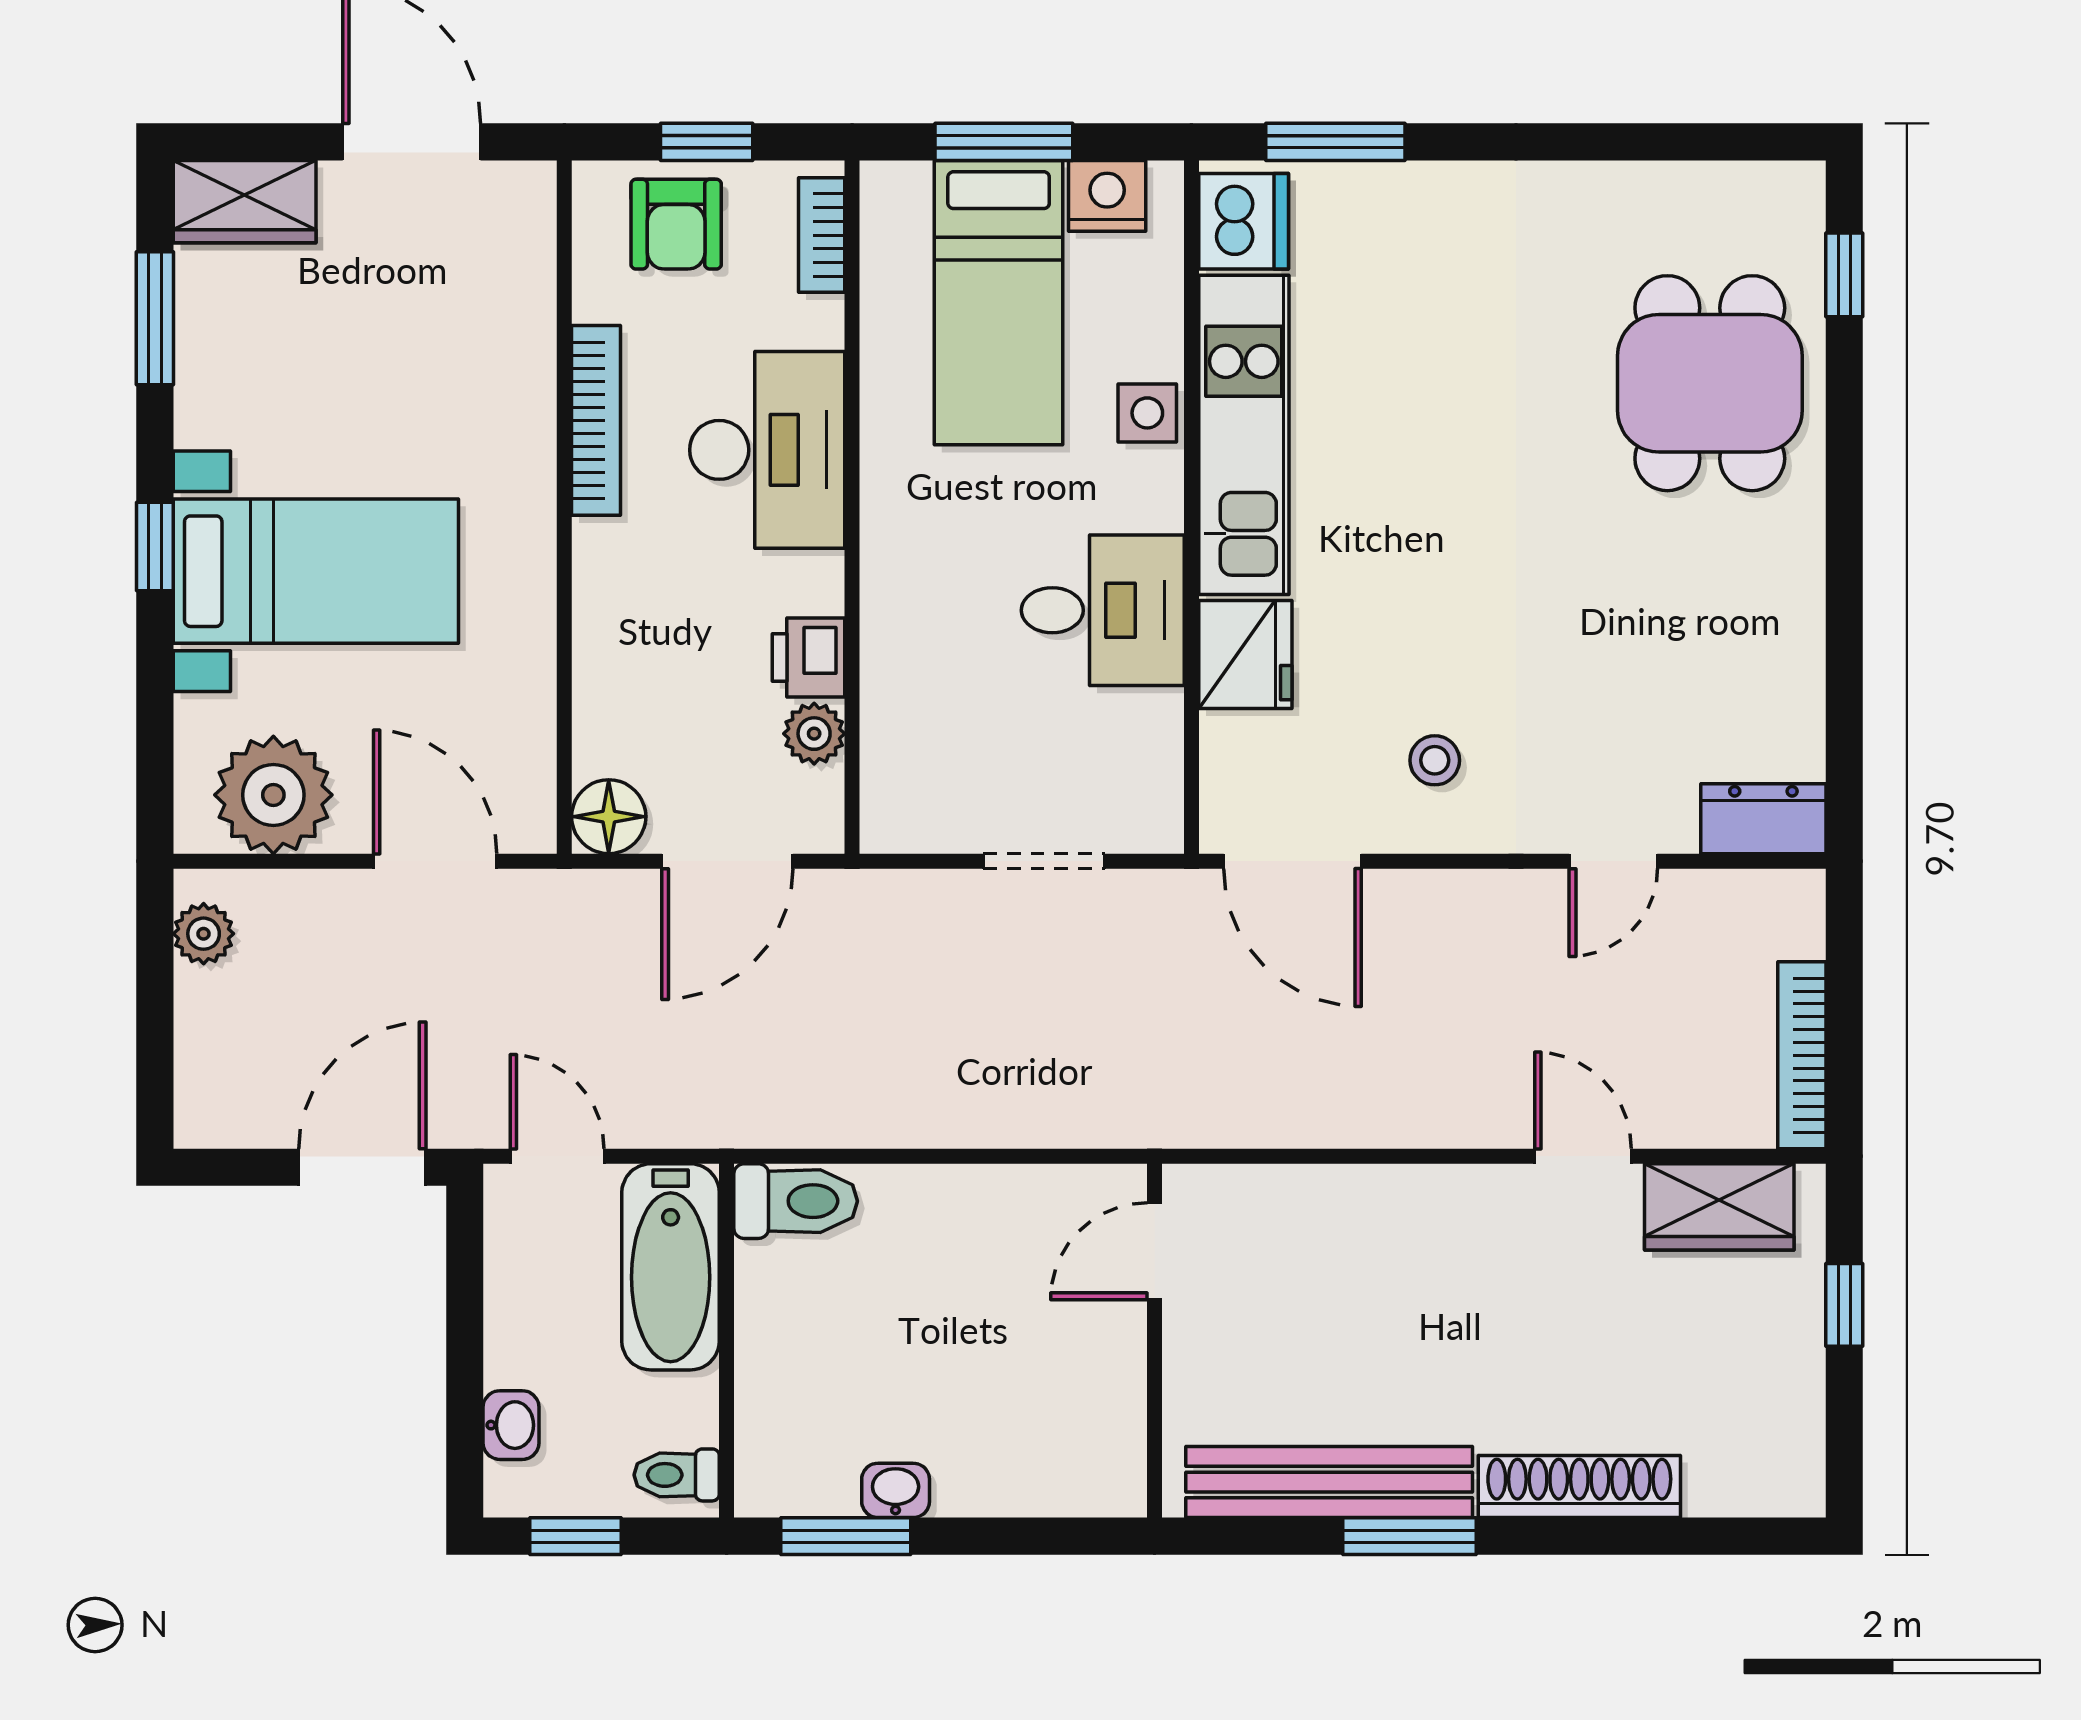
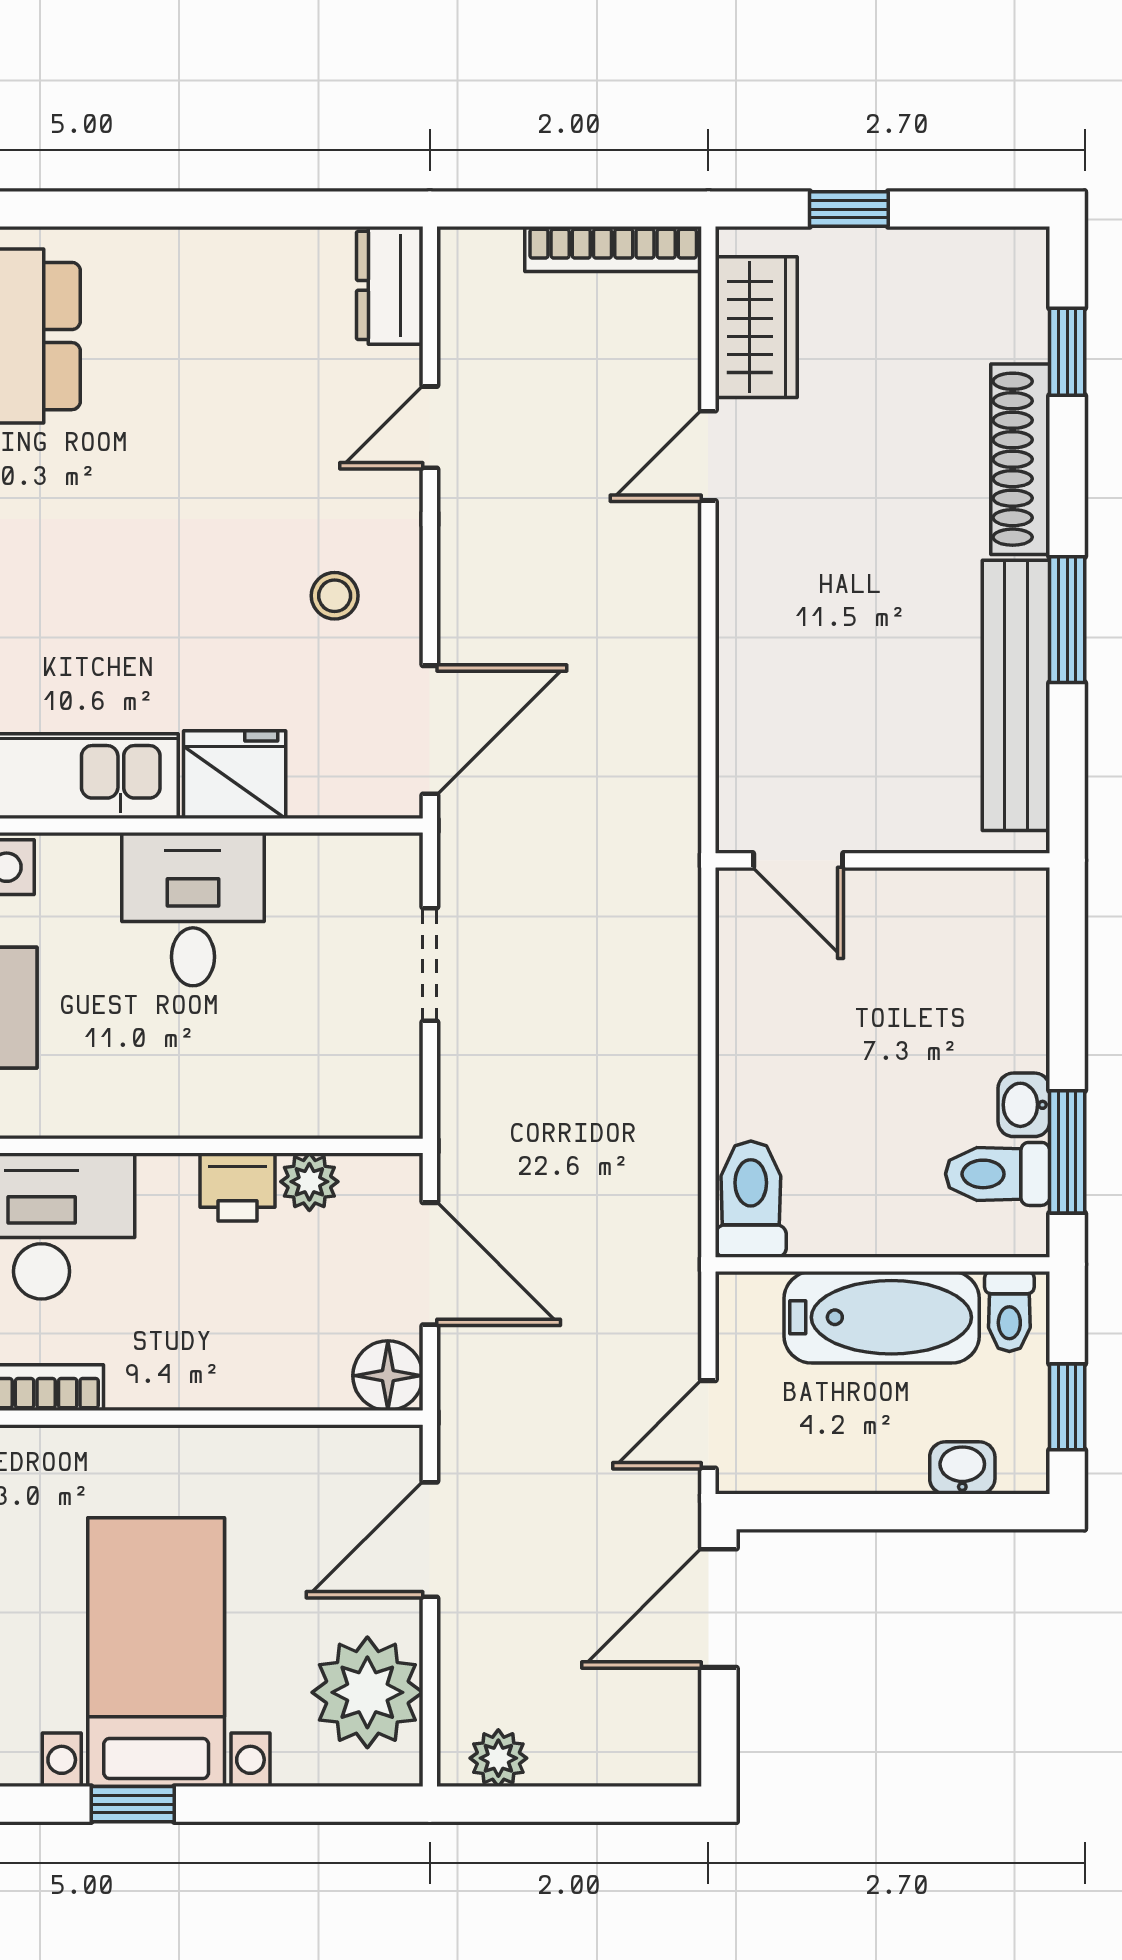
door: (1613, 861) -> (430, 427), swing flipped
door: (362, 1167) -> (719, 1608), hinge flipped
bathtub: (671, 1267) -> (882, 1317), moved
toilet: (822, 1463) -> (998, 1174), added
window: (1693, 1536) -> (1067, 352), added

